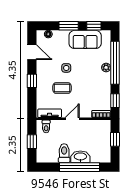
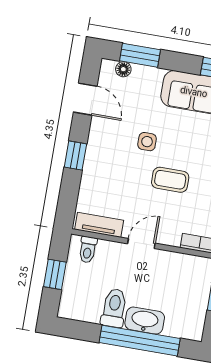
window: (69, 26) -> (140, 55), moved
coffee table: (62, 88) -> (170, 180), moved

